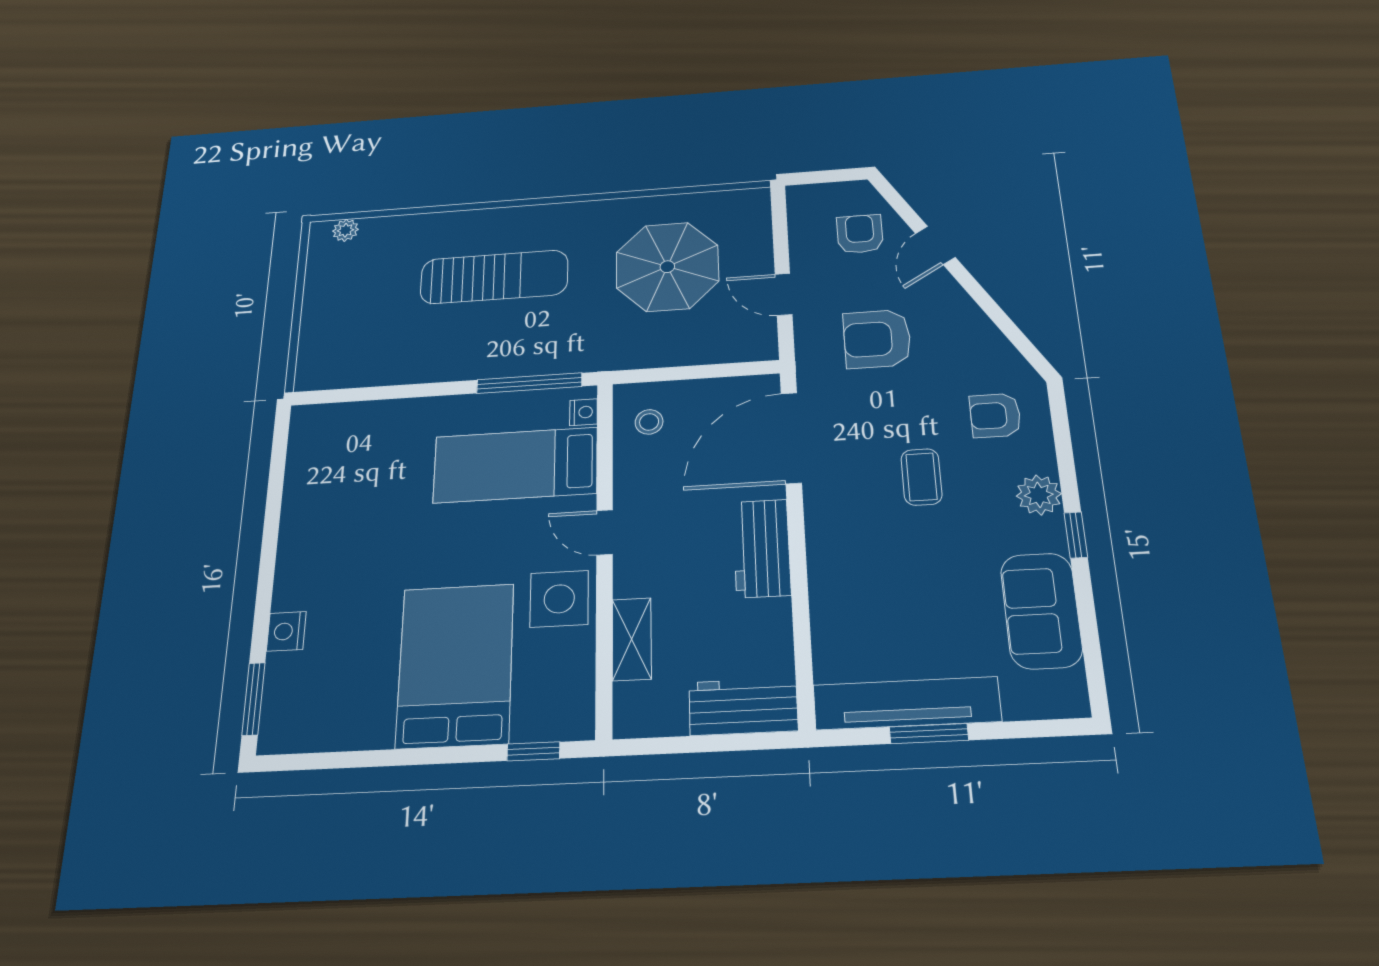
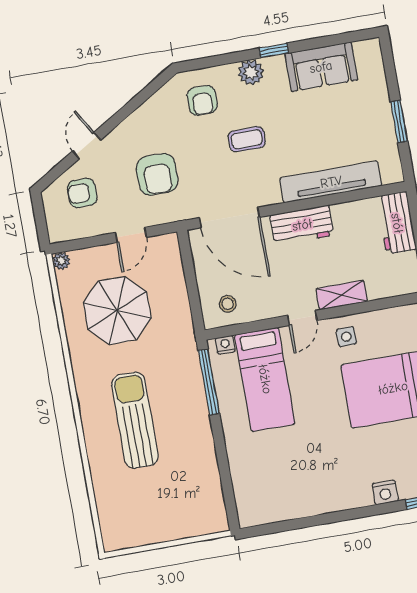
plant: (345, 230) -> (61, 261), moved
door: (935, 245) -> (87, 145), swing flipped
side table: (559, 599) -> (346, 337), width x0.54, depth x0.54
shelving: (632, 639) -> (342, 295), moved
tv unit: (907, 703) -> (331, 182), moved, turned 90

